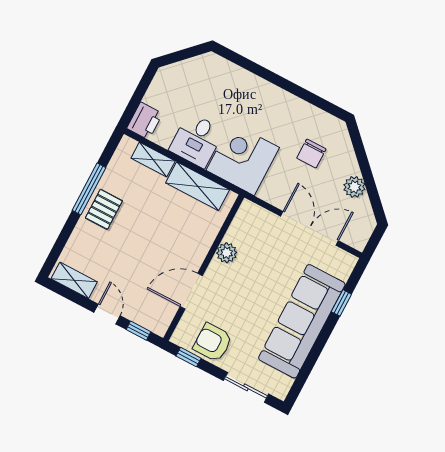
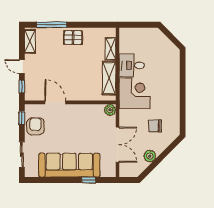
printer: (145, 121) -> (128, 35), removed
window: (89, 189) -> (52, 25), moved
plant: (227, 253) -> (110, 110), moved
door: (107, 314) -> (22, 67), swing flipped

